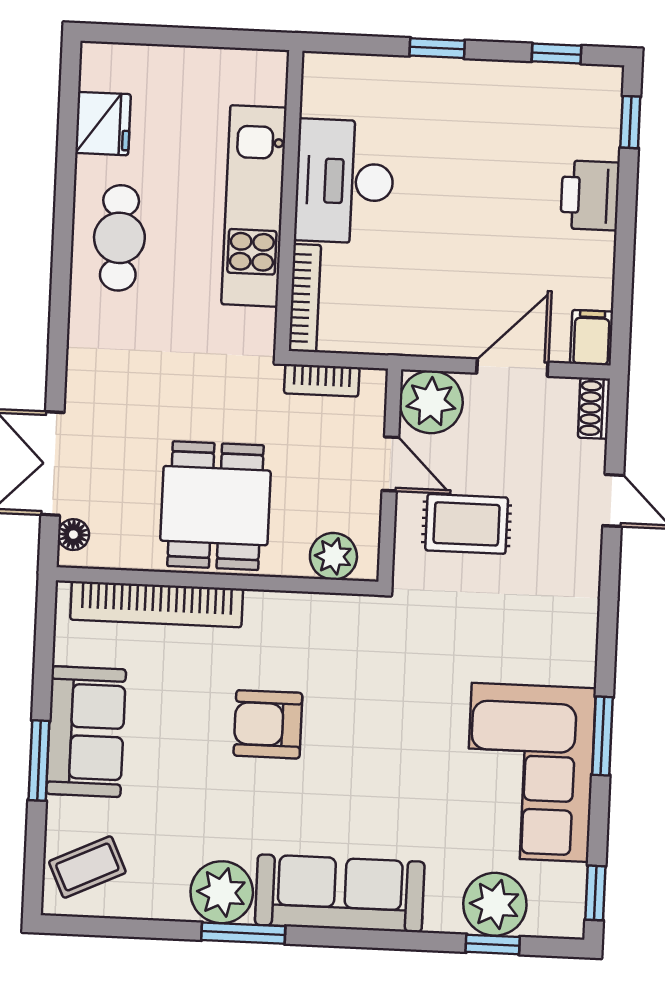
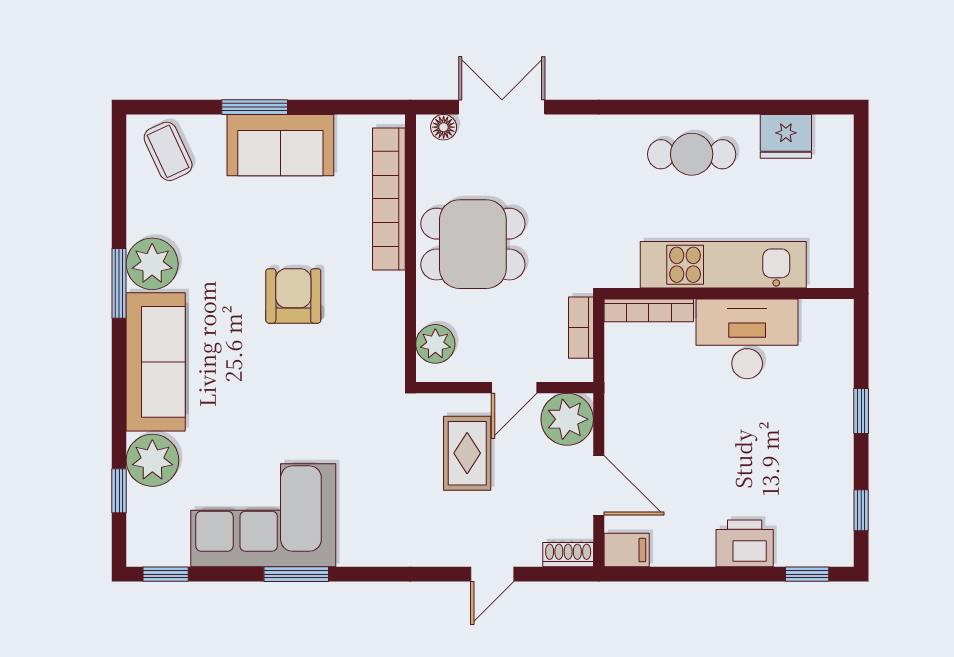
plant: (495, 904) -> (152, 460), moved

